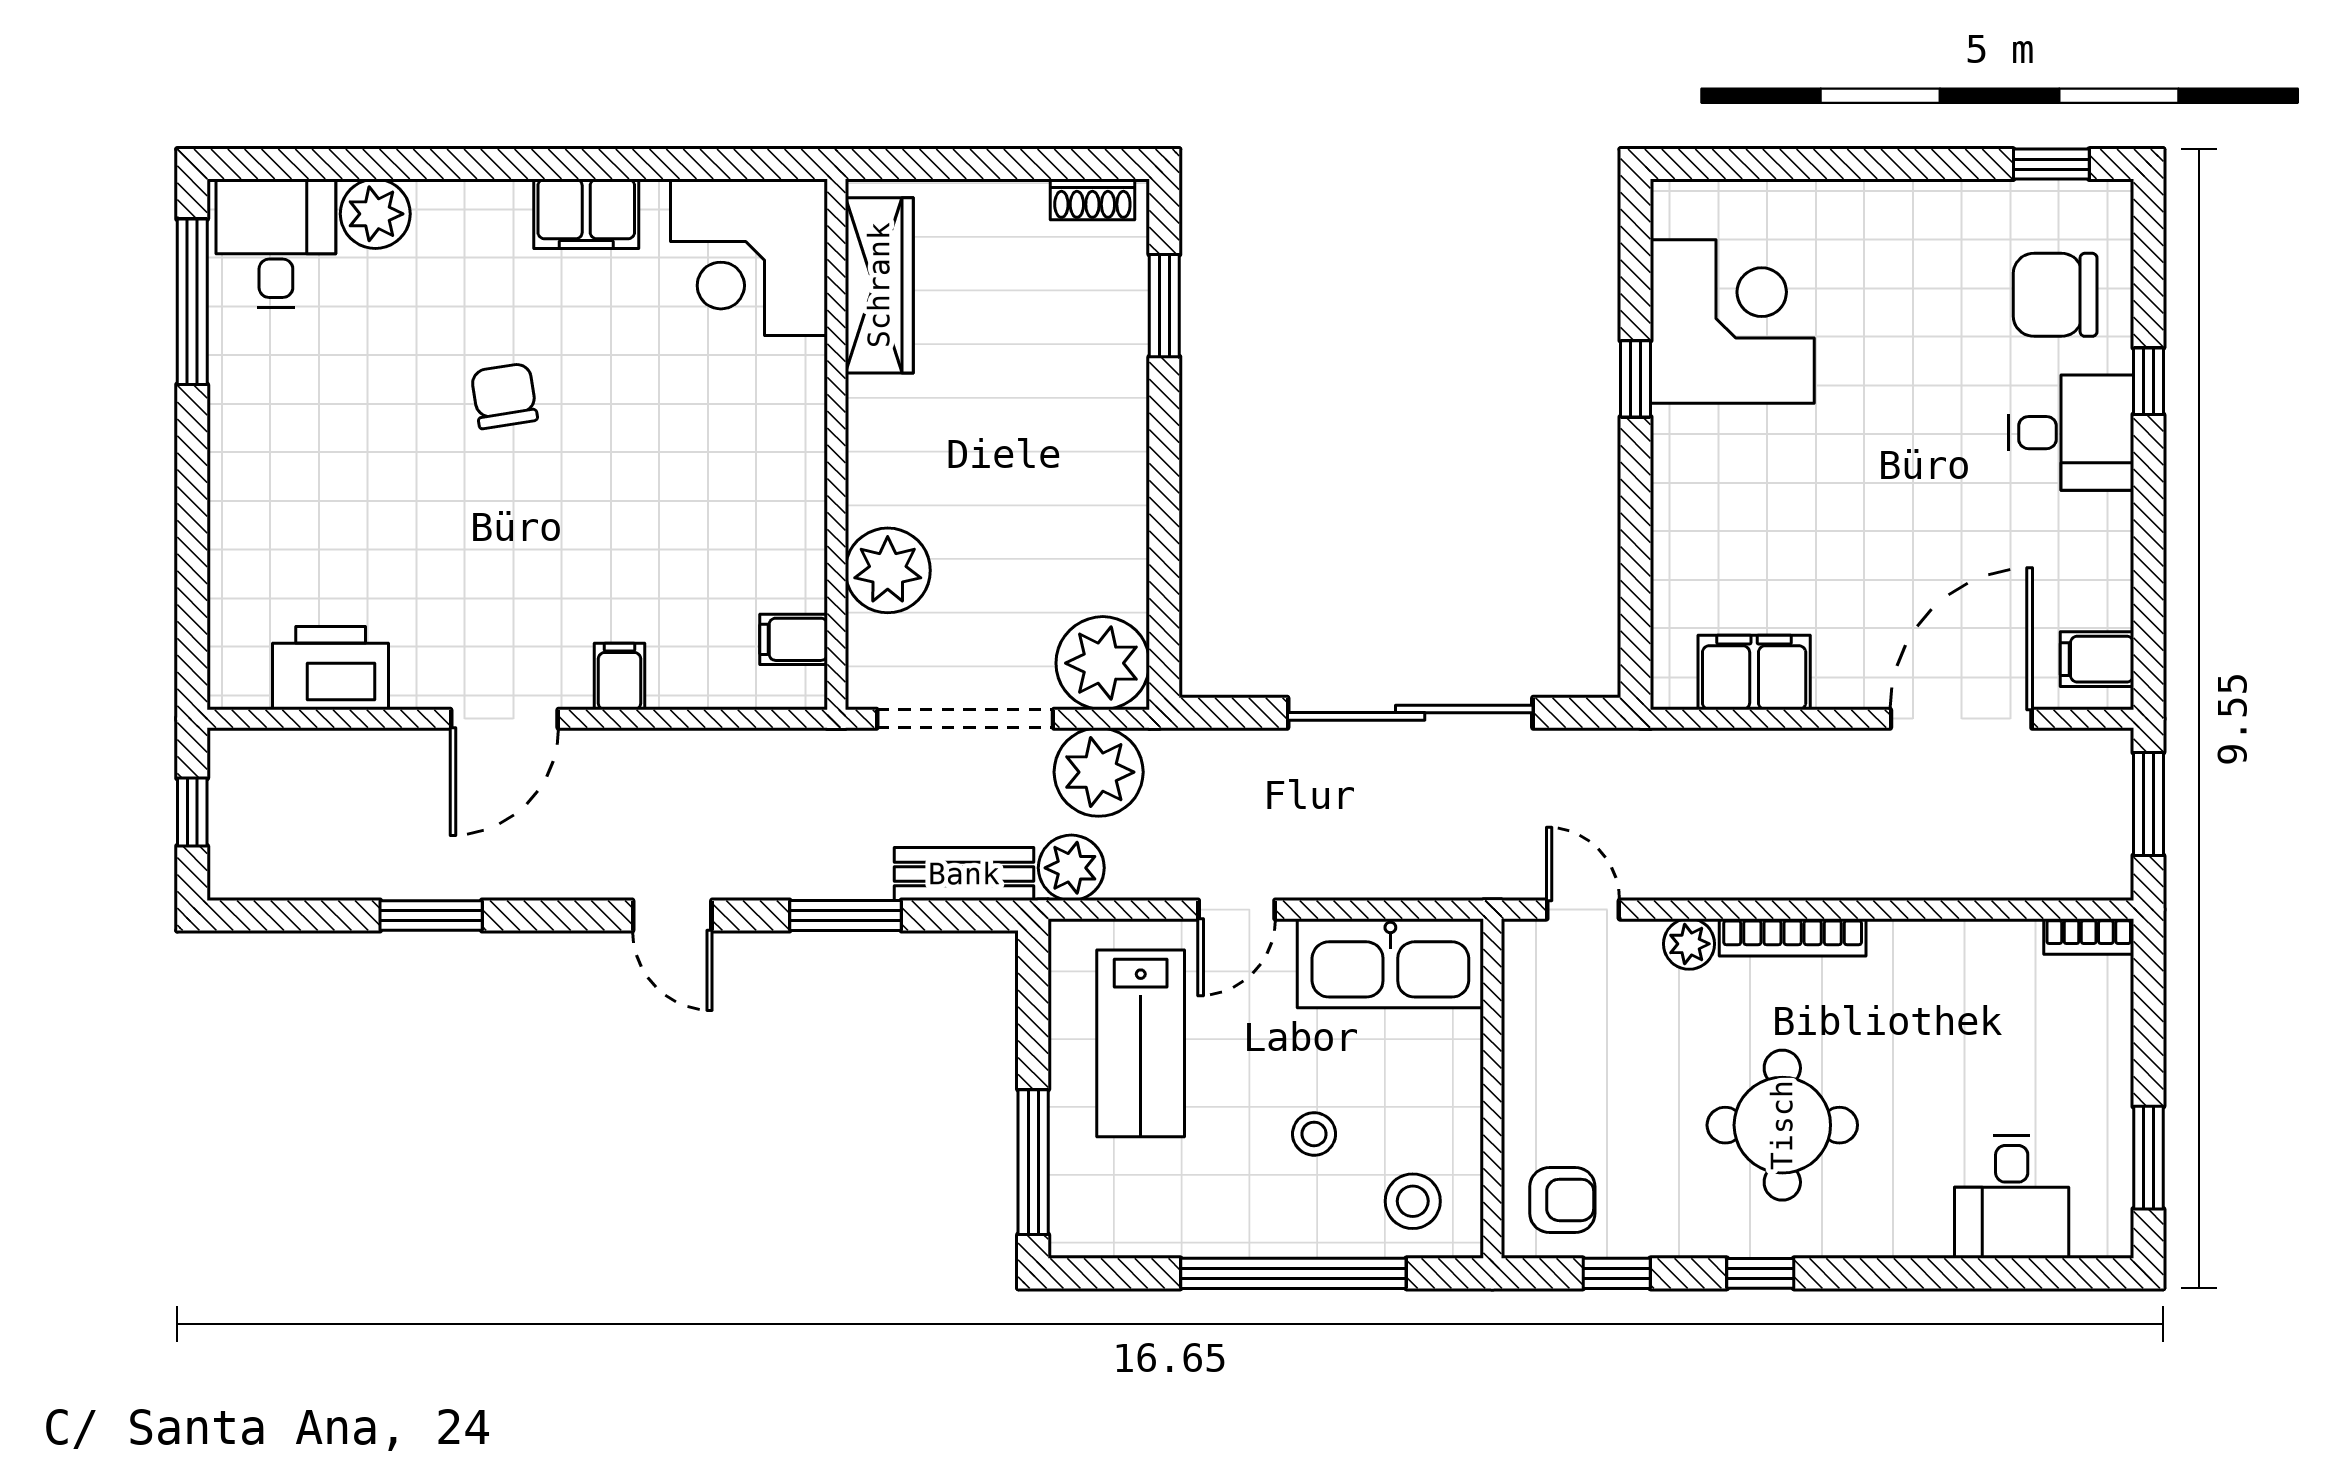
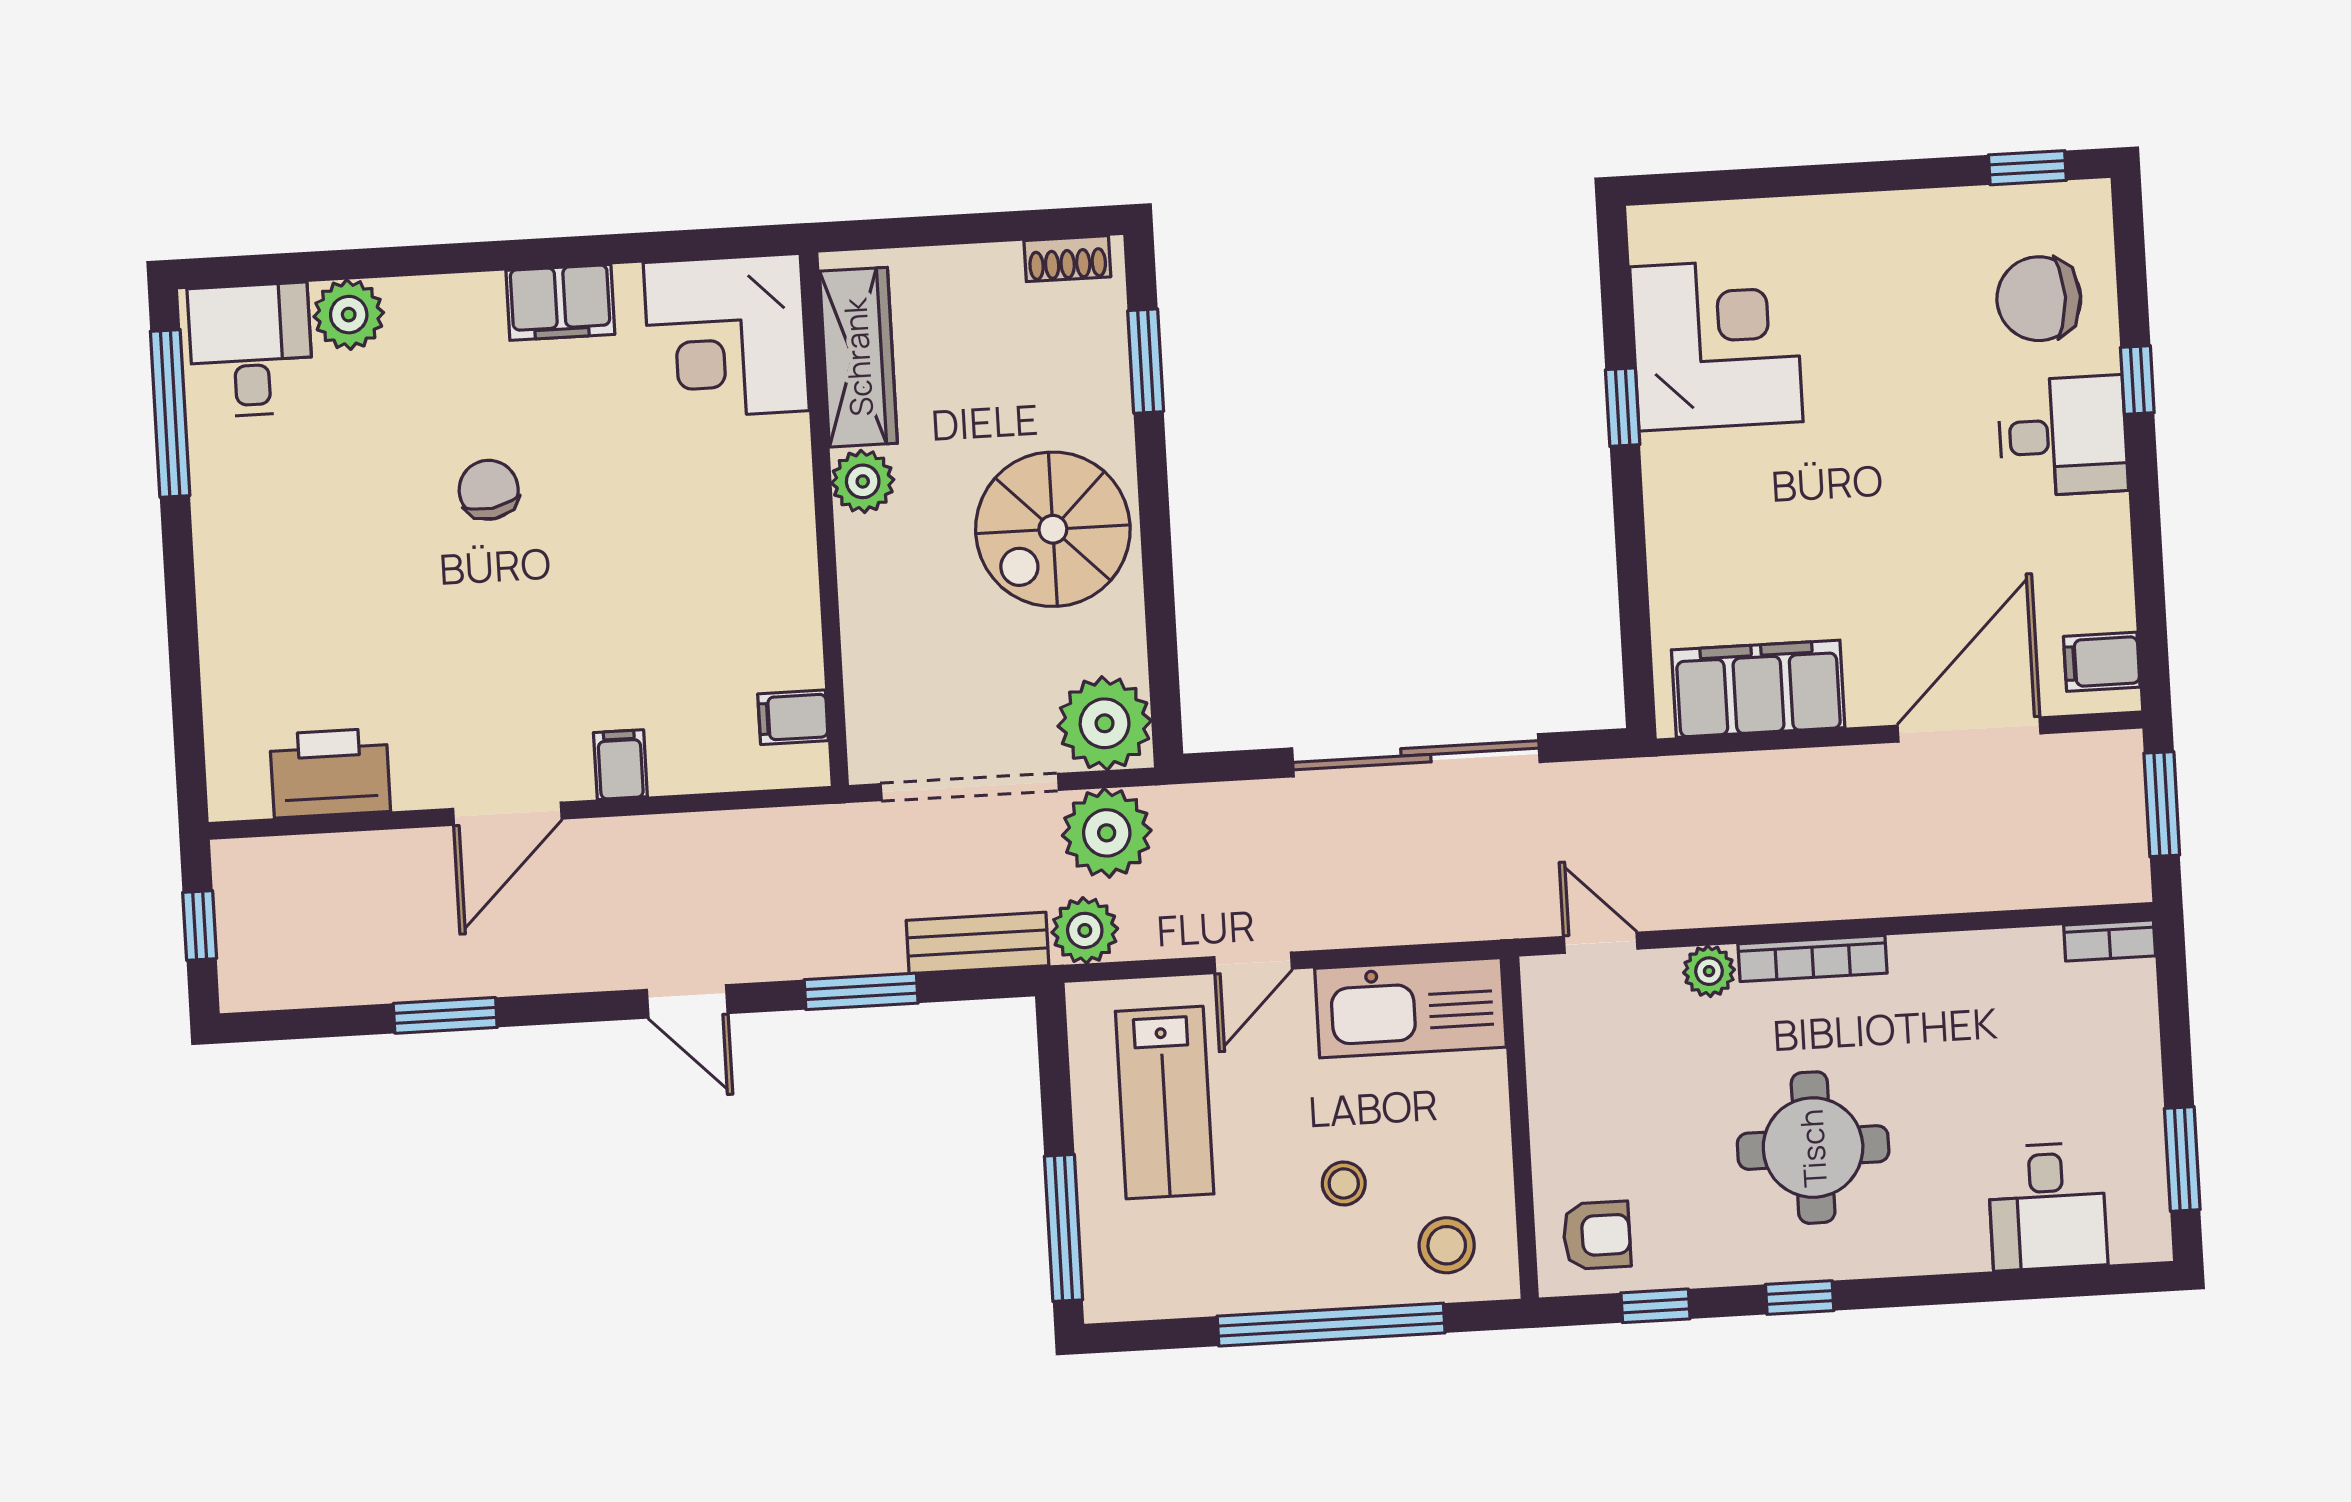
spiral stairs: (1063, 467) -> (1053, 529), added
plant: (888, 570) -> (863, 481), moved, width x0.73, depth x0.73
filing cabinet: (1754, 672) -> (1758, 689), width x1.50, depth x1.17

